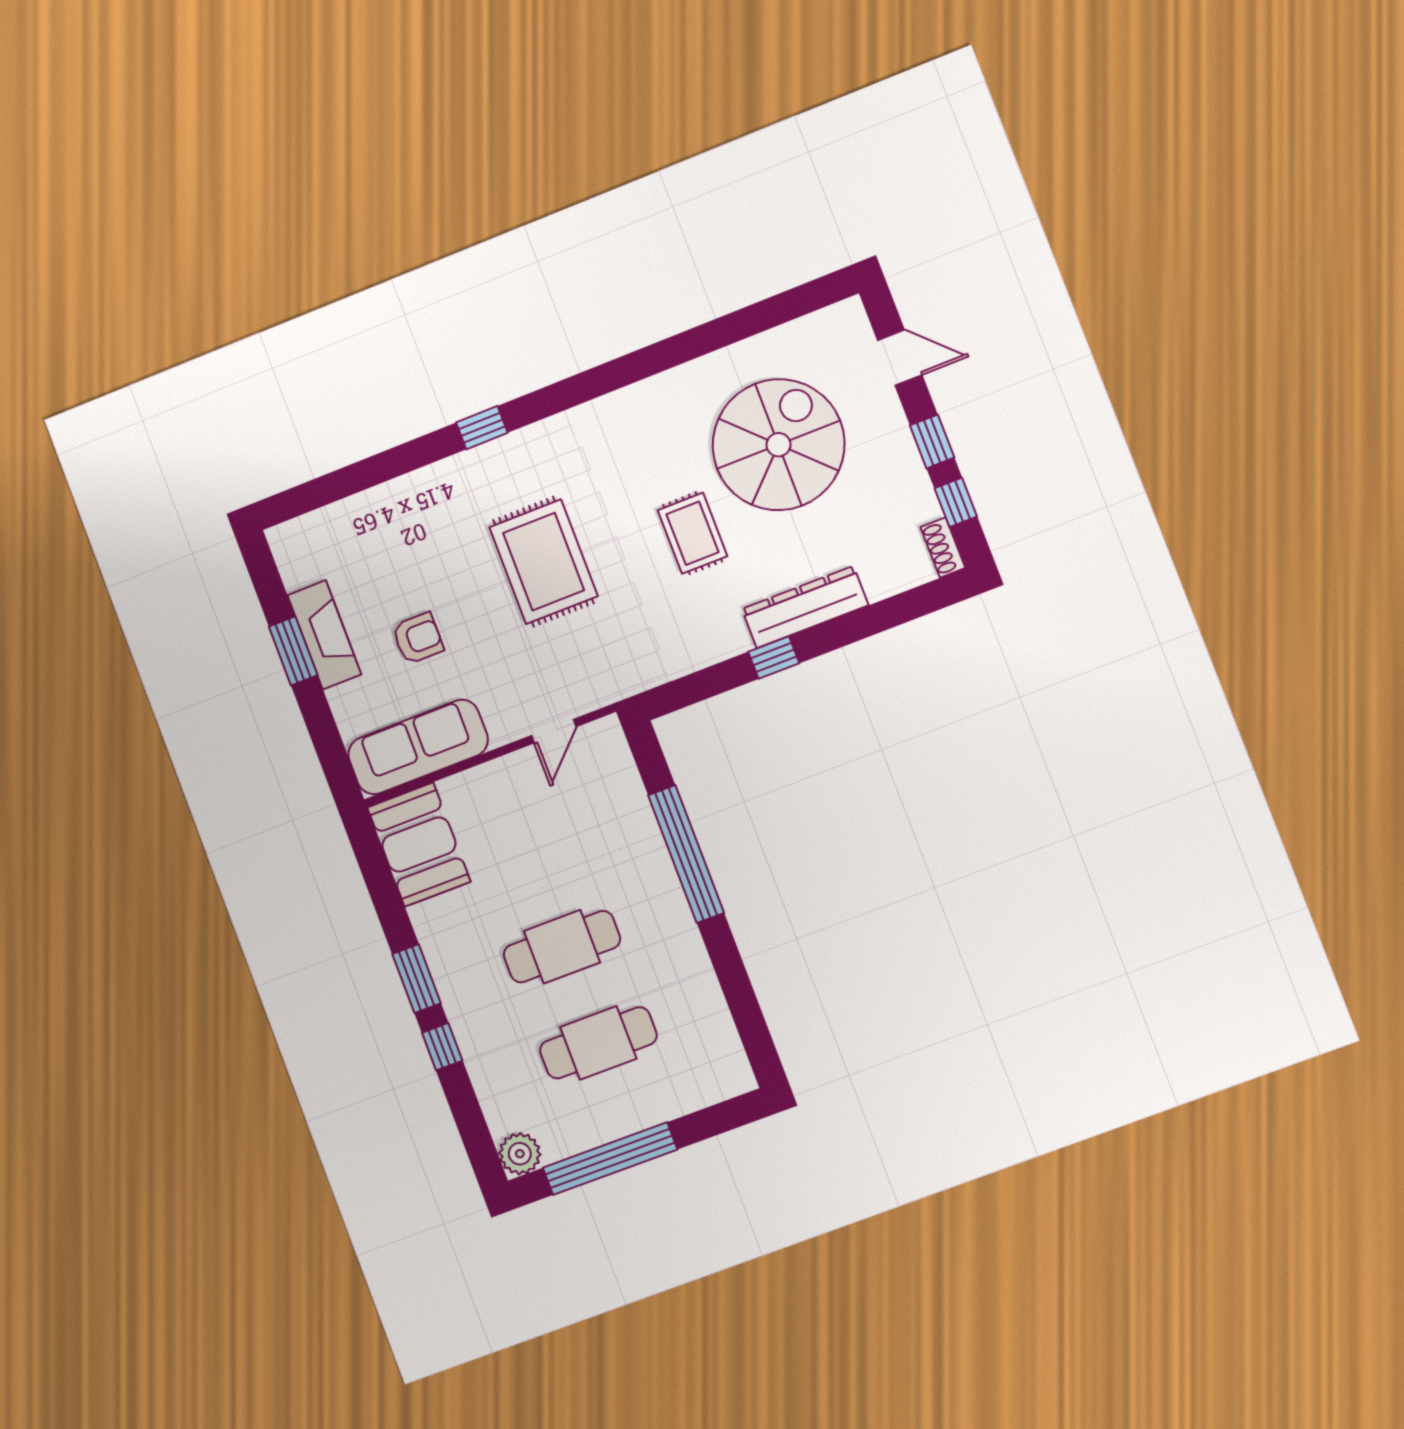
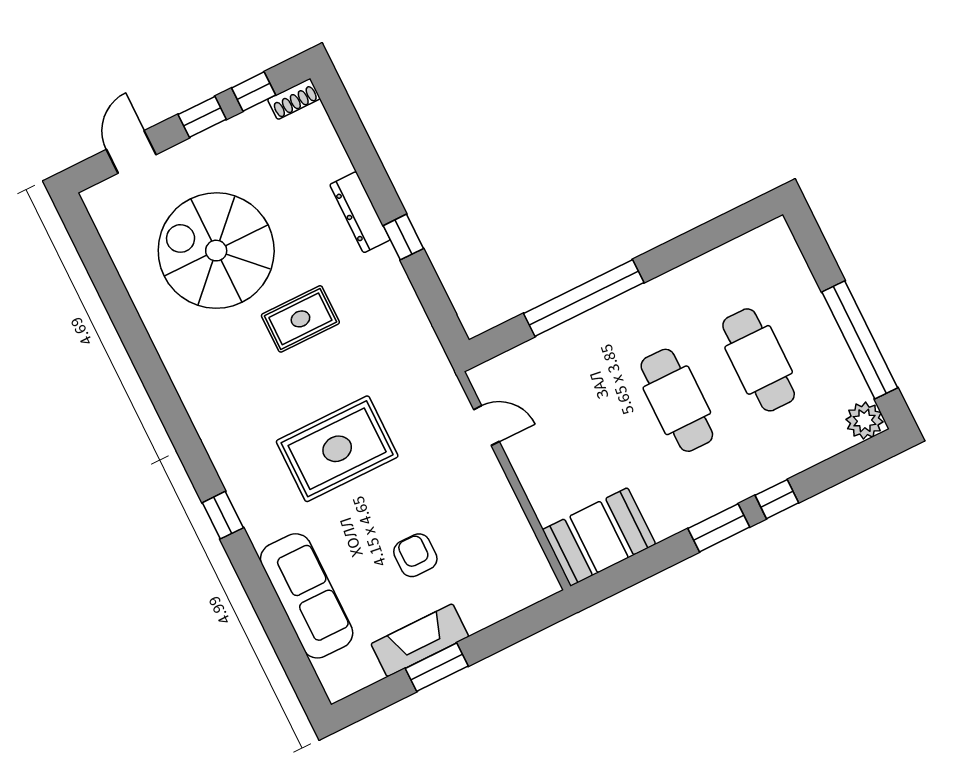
dresser: (805, 607) -> (360, 212), width x0.73, depth x0.80
sofa: (418, 747) -> (307, 596), moved, turned 180

